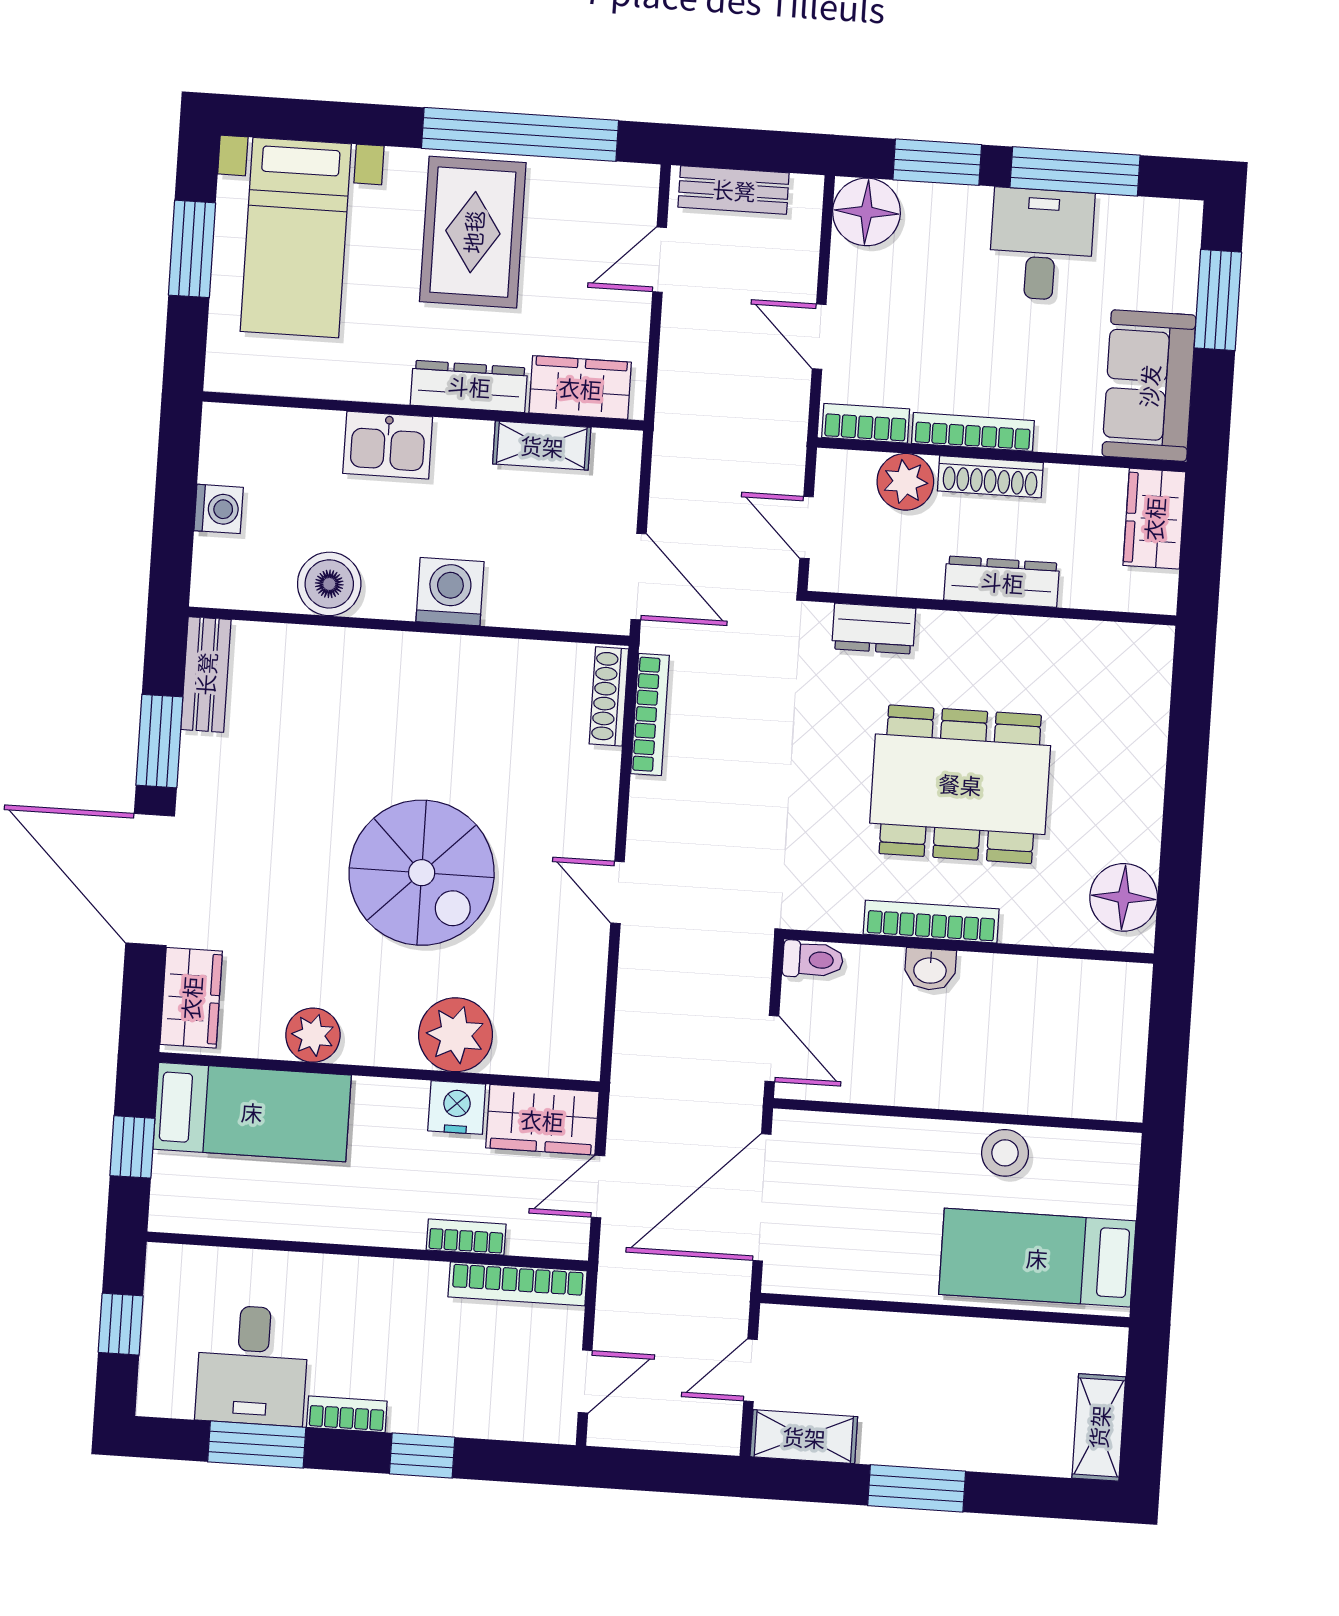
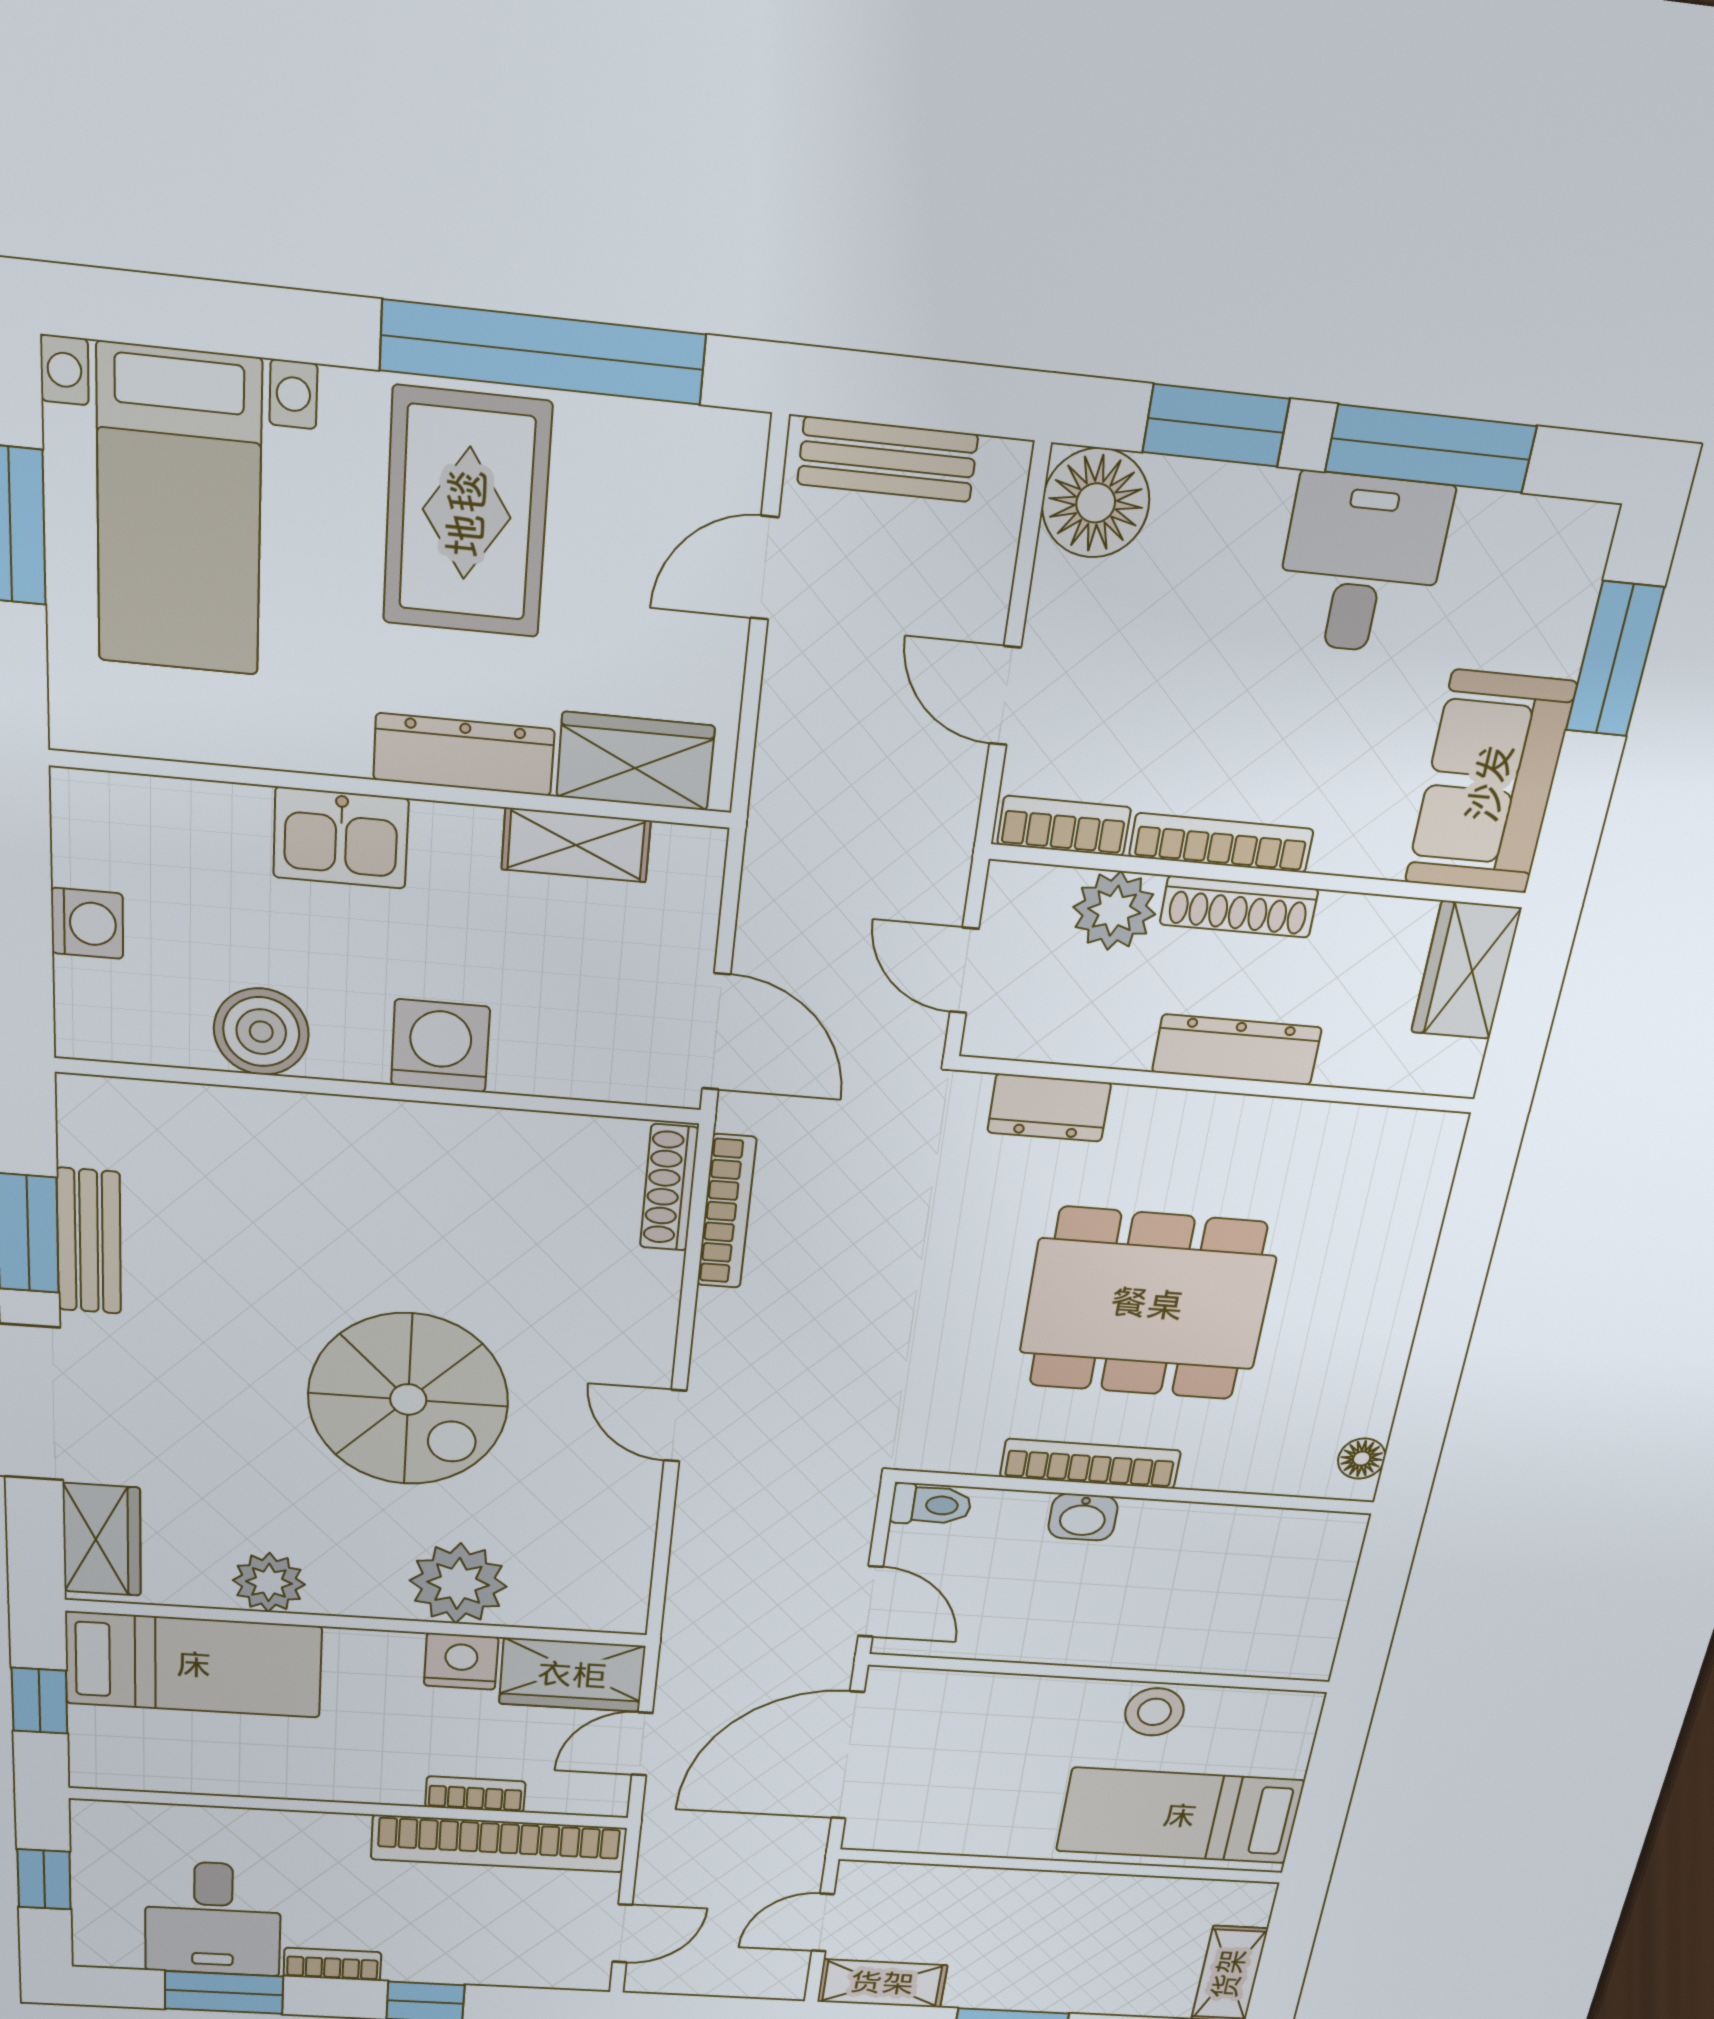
bench: (206, 674) -> (89, 1241), moved
floor lamp: (1124, 897) -> (1362, 1459), width x0.53, depth x0.53
bookcase: (518, 1284) -> (499, 1844), width x1.48, depth x1.31

